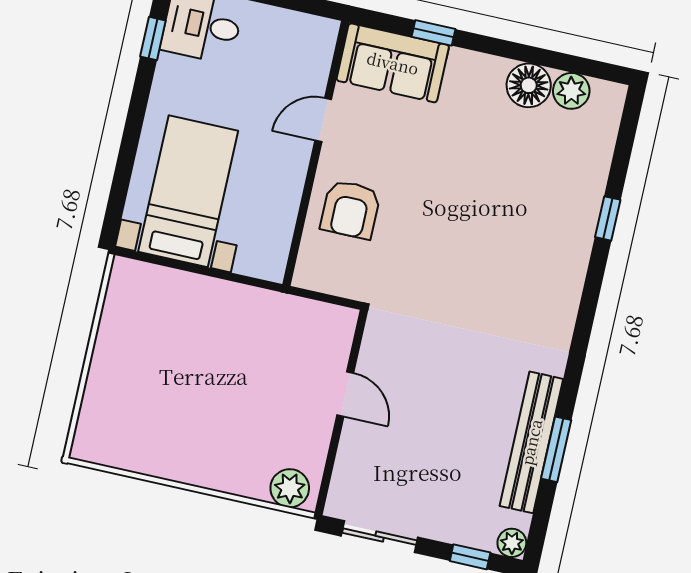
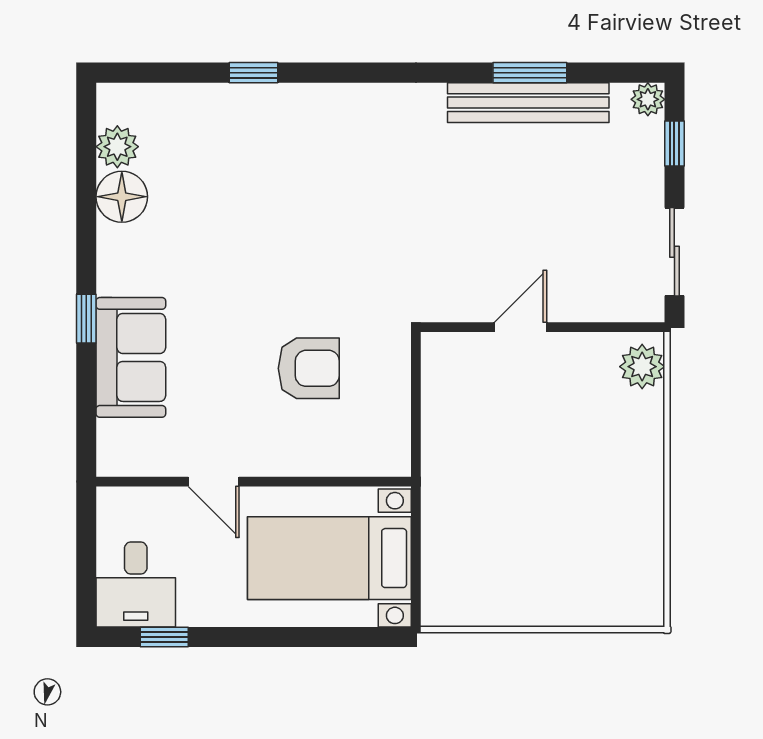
door: (323, 120) -> (214, 482), moved
wall: (316, 153) -> (254, 482), moved

